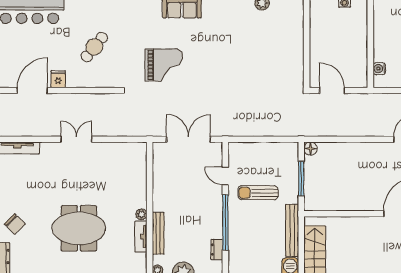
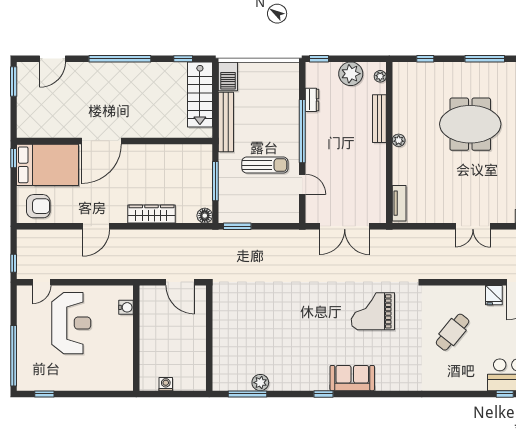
window: (282, 139) -> (237, 226), added
wardrobe: (357, 150) -> (151, 214), added
tv unit: (141, 237) -> (399, 203), moved

